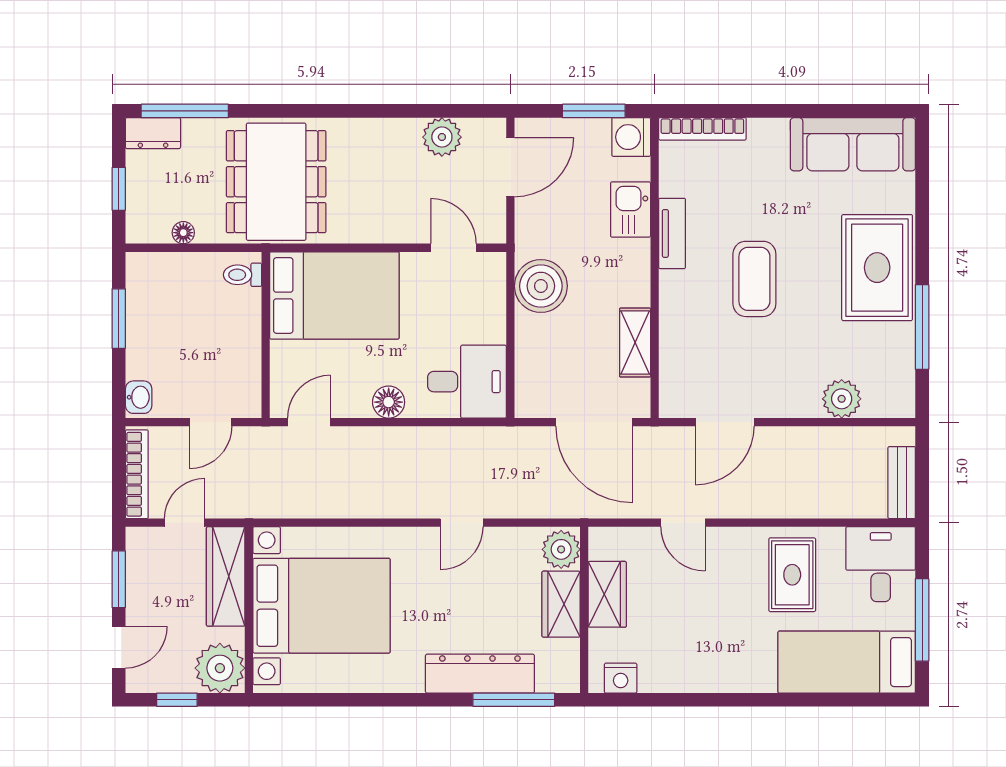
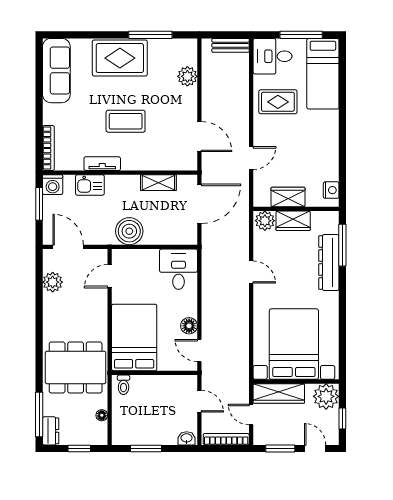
floor lamp: (389, 402) -> (189, 326), moved

